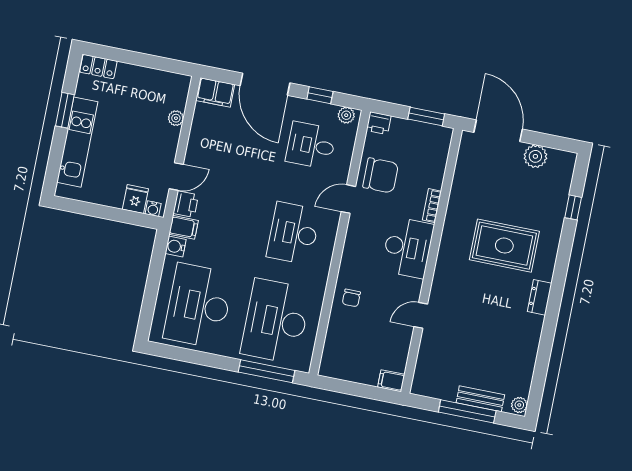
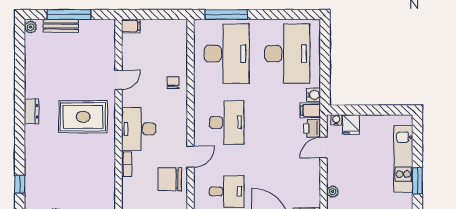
rug: (504, 246) -> (83, 117), moved

